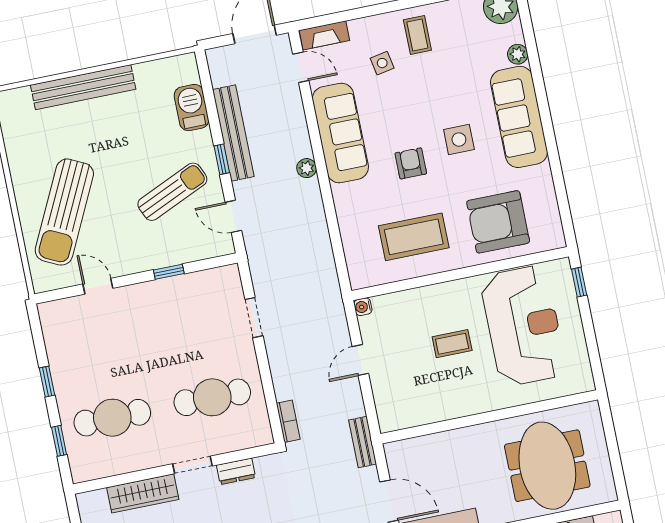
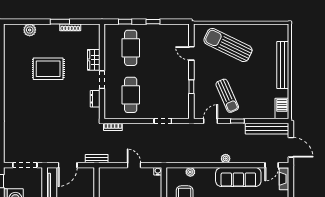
barbecue: (191, 108) -> (282, 109), moved, turned -90
bench: (233, 133) -> (267, 129), moved
plant: (350, 237) -> (190, 172), added
door: (98, 286) -> (191, 53), swing flipped
wardrobe: (143, 493) -> (94, 60), width x0.67

